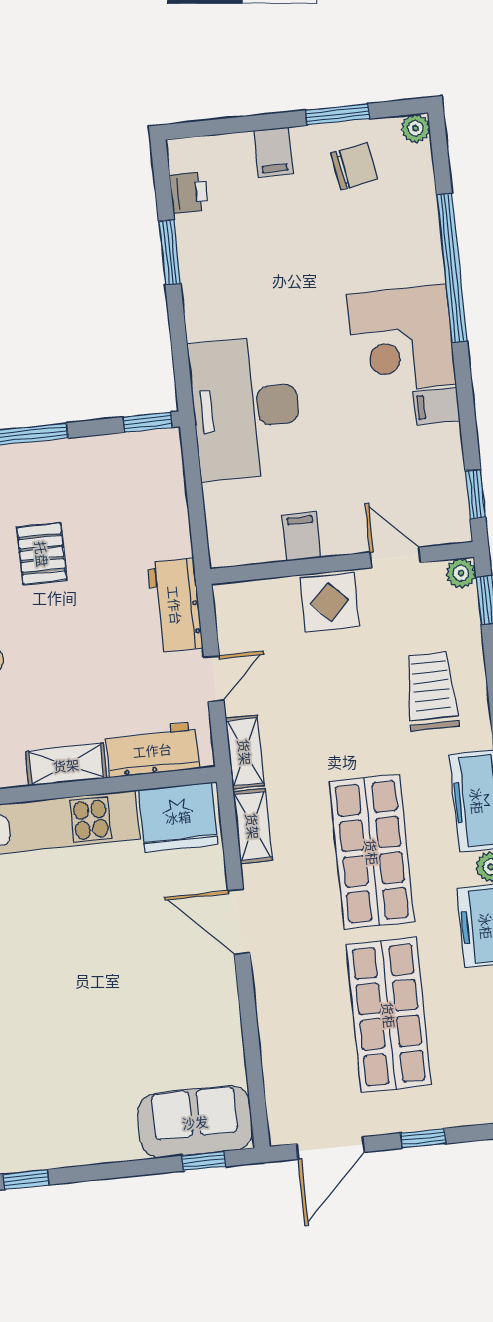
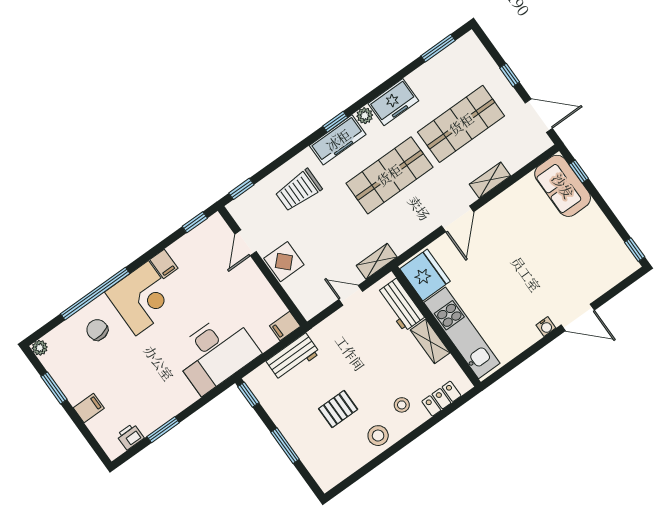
chair: (354, 166) -> (97, 330), moved
filing cabinet: (301, 536) -> (285, 326), moved
plant: (461, 573) -> (235, 208), removed
workbench: (175, 605) -> (293, 357), moved
shelving: (253, 826) -> (490, 180), moved

